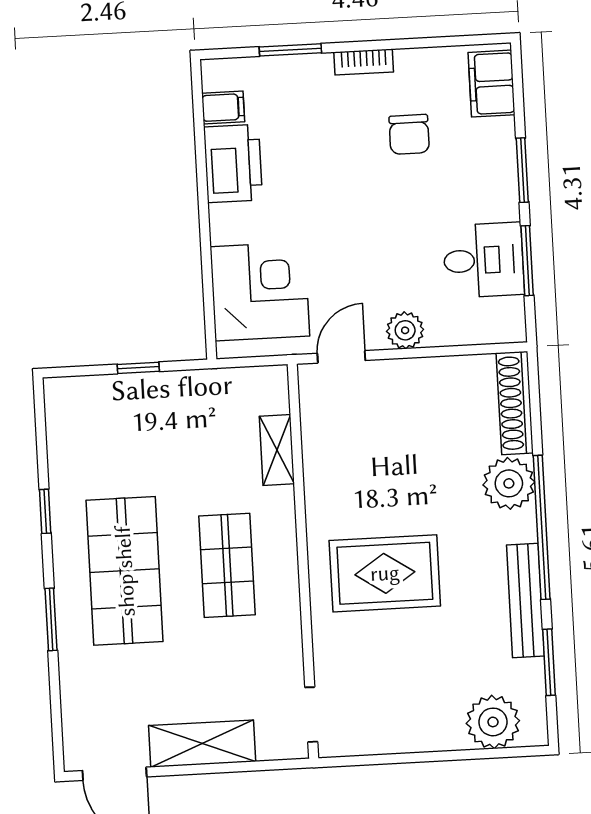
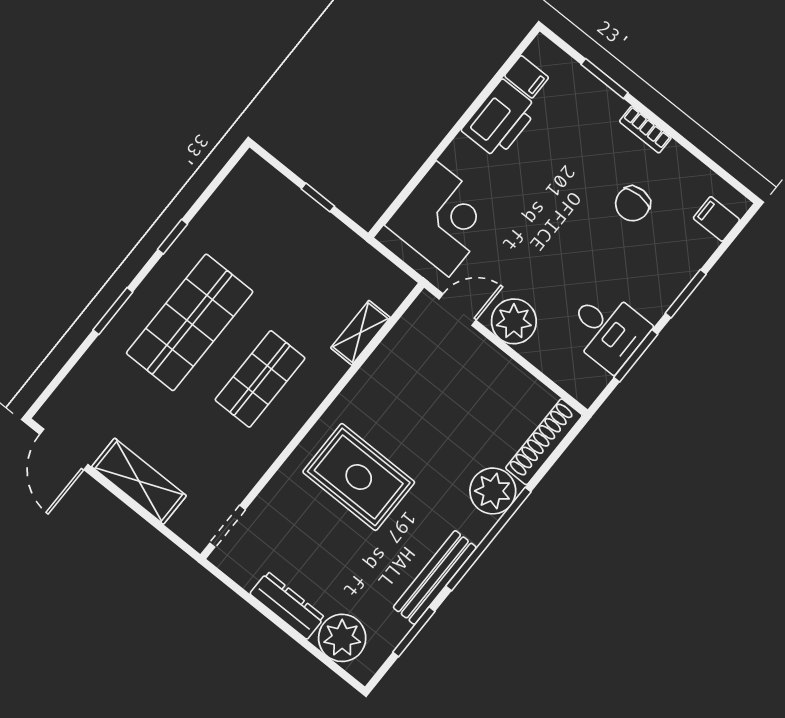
filing cabinet: (492, 84) -> (716, 219), width x0.50
plant: (405, 330) -> (514, 321), width x1.36, depth x1.36
dresser: (422, 736) -> (287, 605), added

